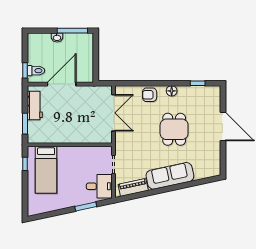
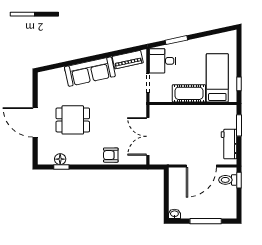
window: (72, 31) -> (206, 221), moved
washbasin: (57, 38) -> (174, 214), moved
floor lamp: (172, 91) -> (60, 159), moved
armchair: (150, 95) -> (111, 155), turned 180
dining table: (174, 129) -> (73, 120), moved, turned 90
cot: (74, 155) -> (189, 93), added

